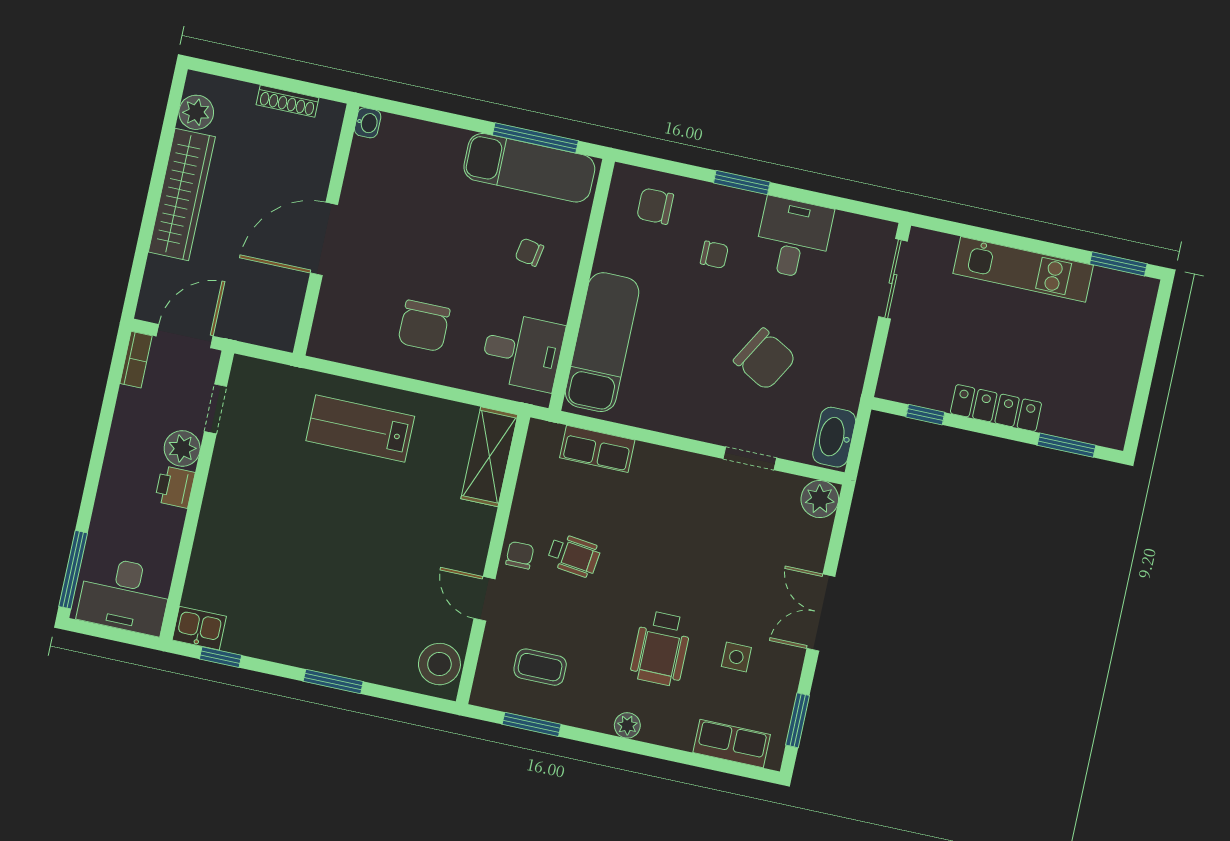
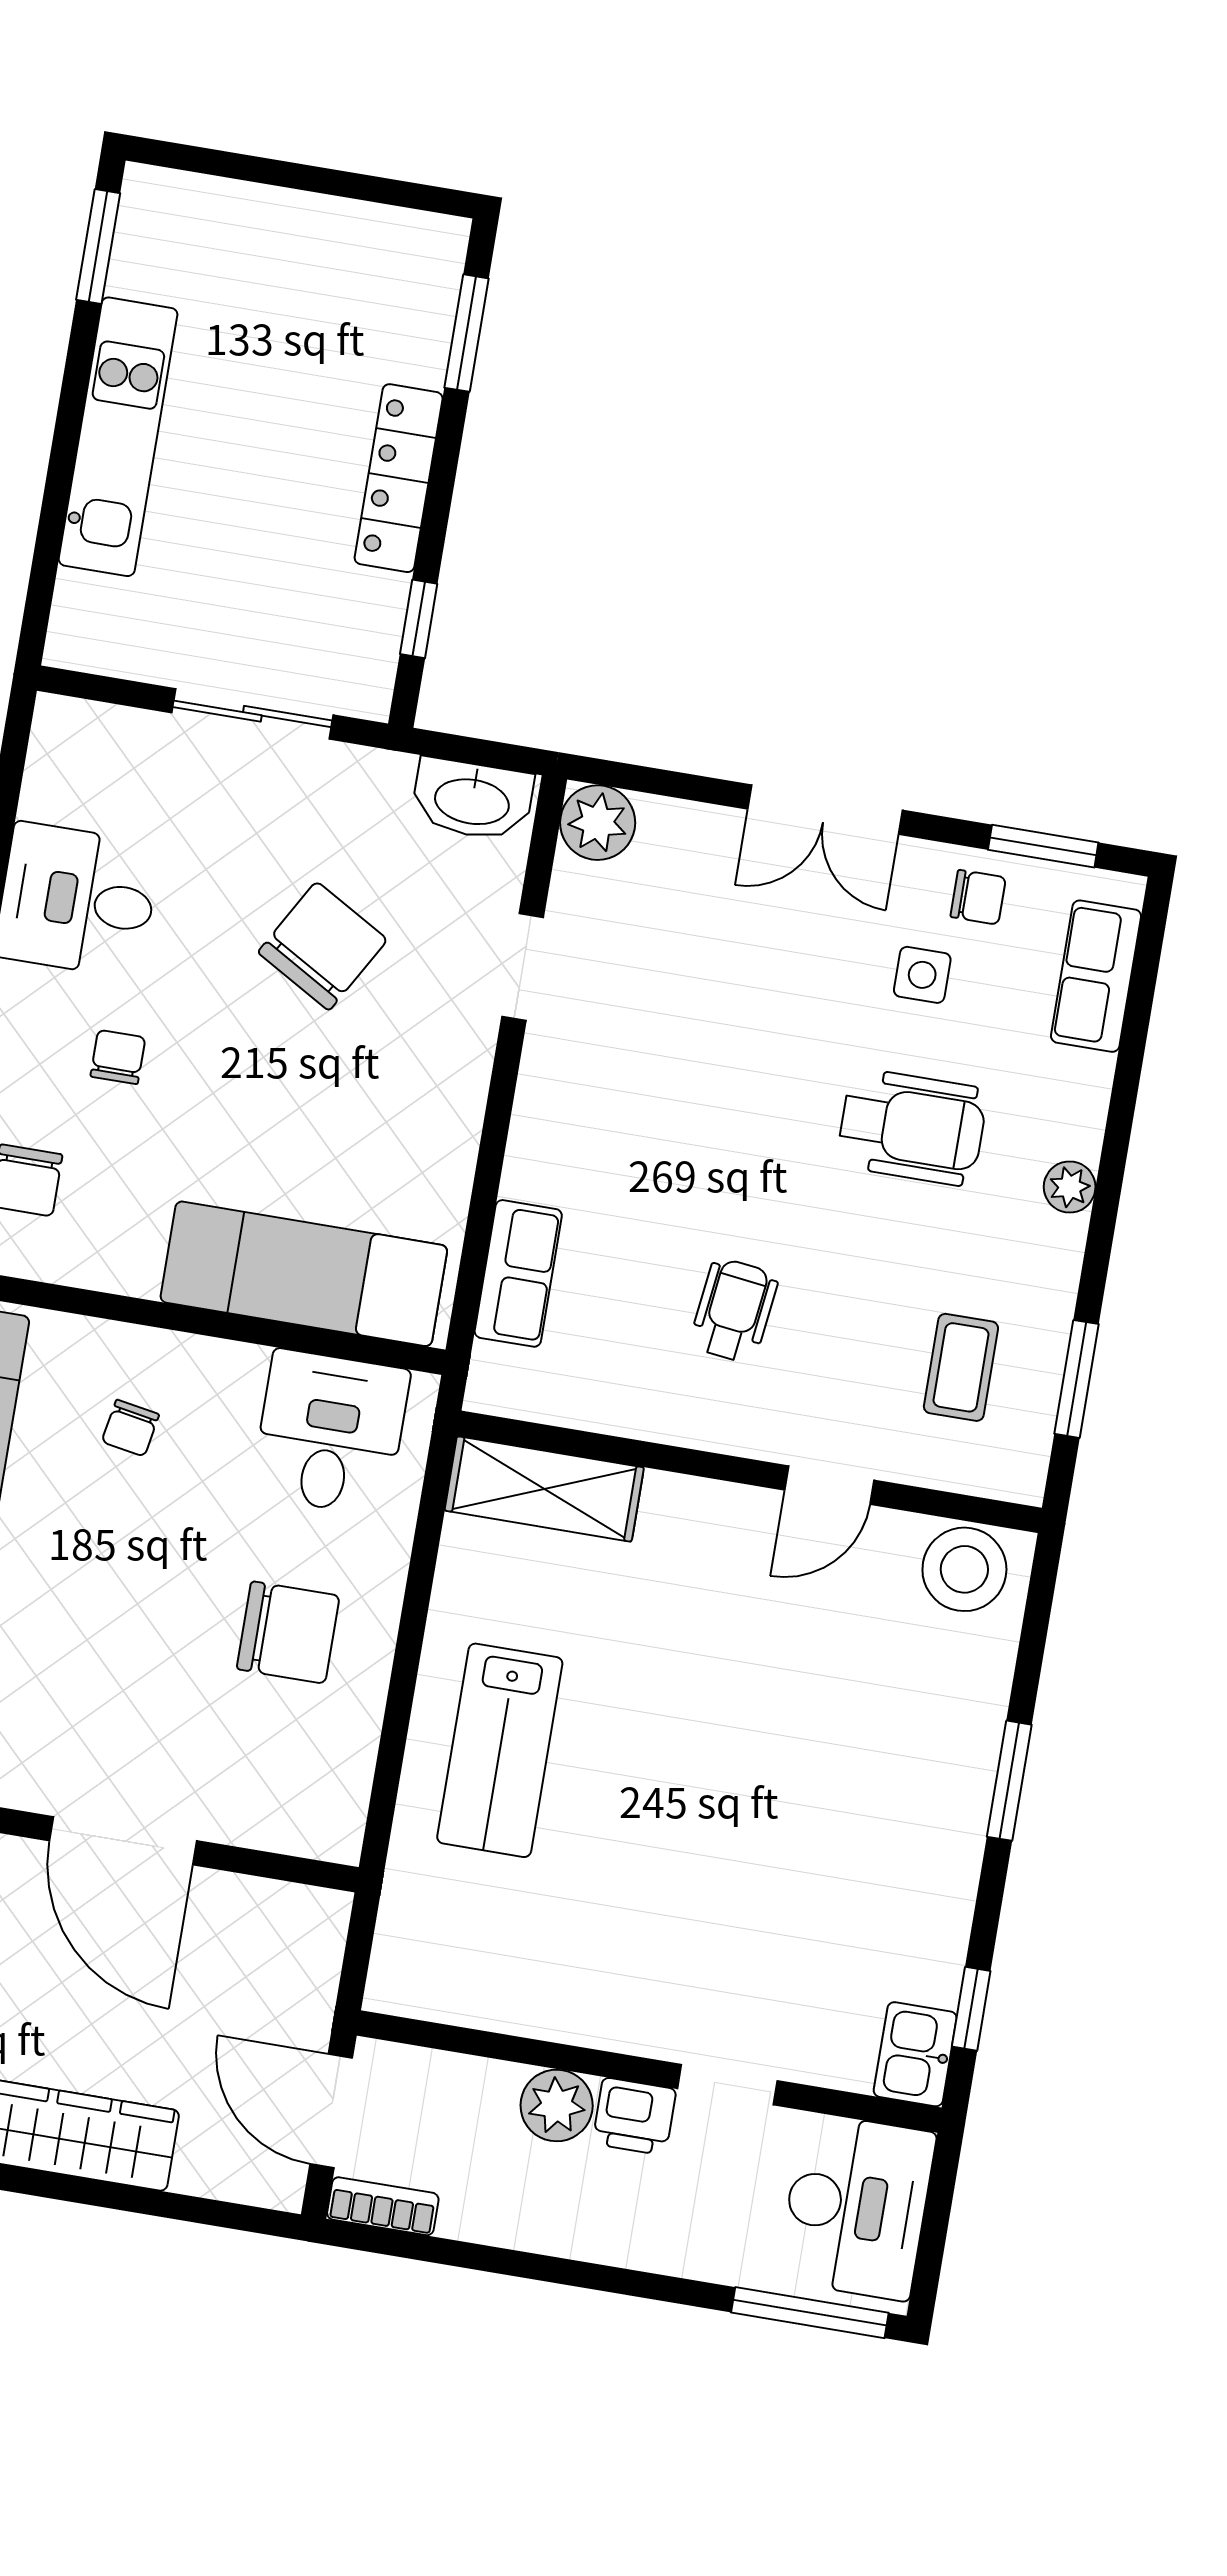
sliding door: (893, 279) -> (252, 714), moved
doorway: (216, 409) -> (727, 2085), moved
chair: (520, 555) -> (978, 897), moved, turned 180

